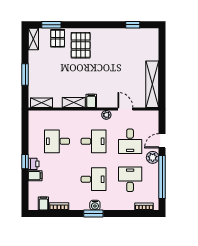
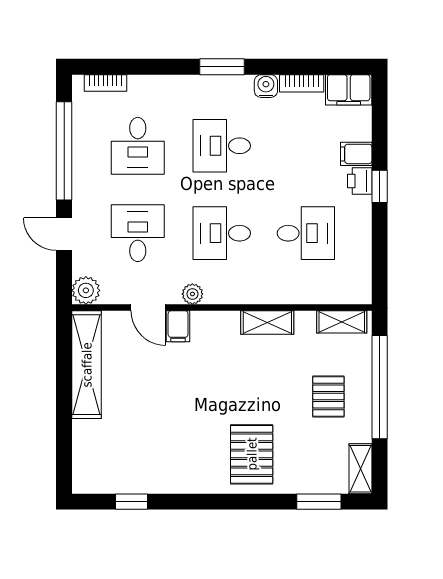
pallet: (58, 38) -> (328, 396), moved
window: (25, 74) -> (380, 387), width x2.11
filing cabinet: (91, 101) -> (178, 326), moved
door: (162, 141) -> (64, 234), swing flipped
plant: (153, 157) -> (86, 290), moved
filing cabinet: (43, 204) -> (349, 90), width x2.00
water cooler: (95, 205) -> (266, 86), moved

